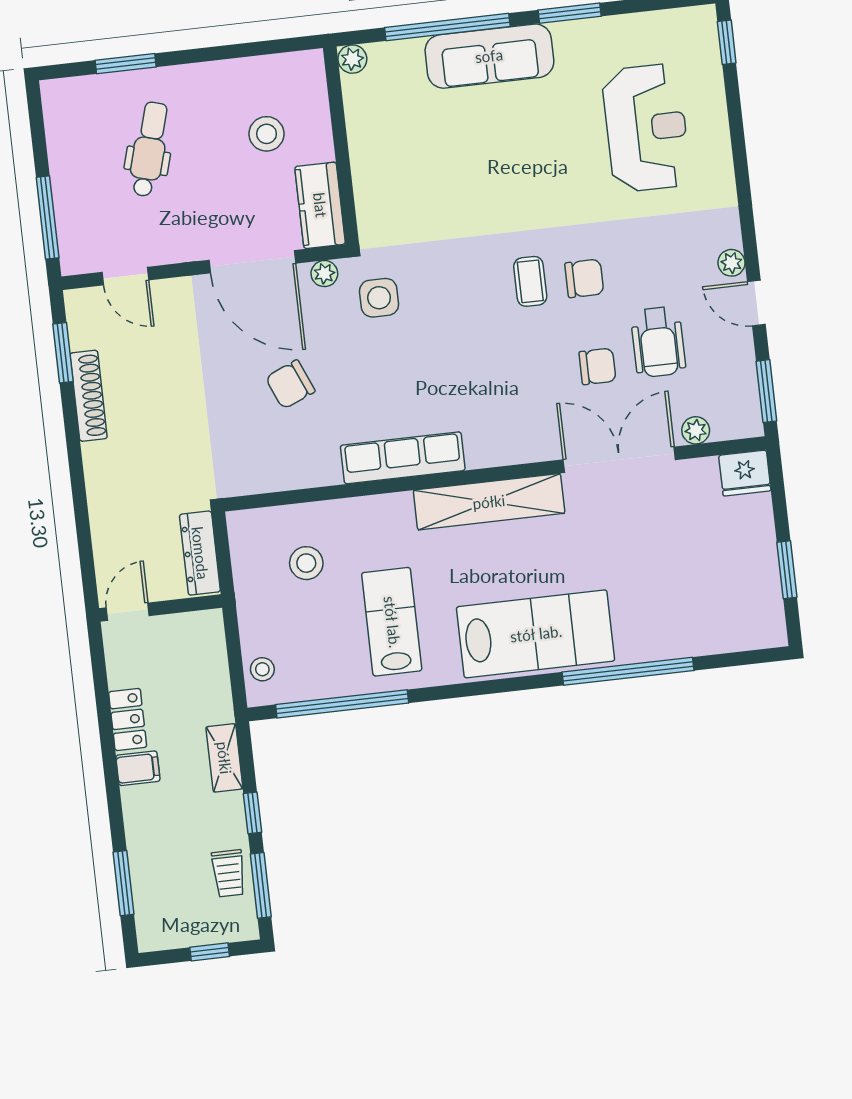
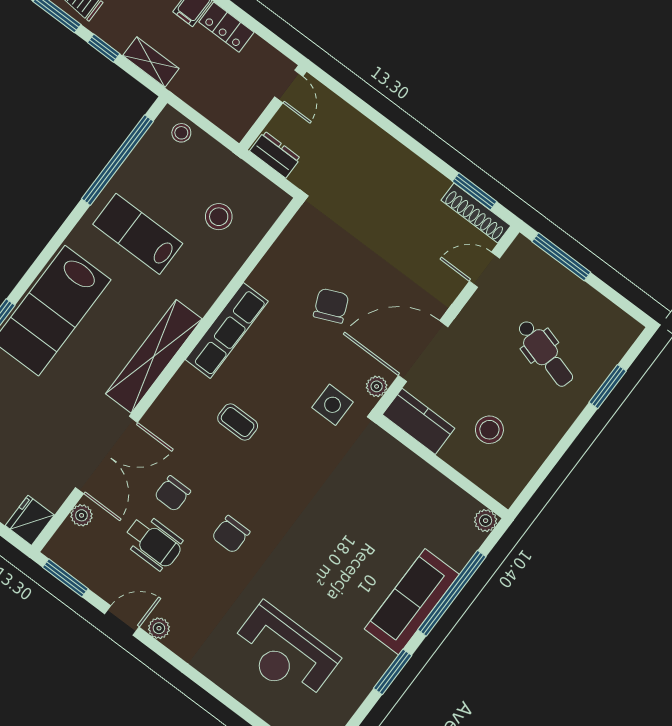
coffee table: (530, 281) -> (238, 422), moved
wheelchair: (658, 342) -> (153, 542), turned 180
shoe rack: (89, 396) -> (476, 213), moved
dresser: (200, 553) -> (275, 155), width x0.70
lab bench: (392, 622) -> (138, 234), turned 180

